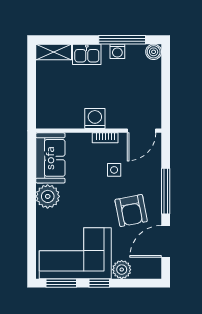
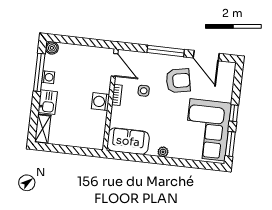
plant: (48, 196) -> (163, 152), width x0.53, depth x0.53
plant: (122, 270) -> (225, 94), removed

